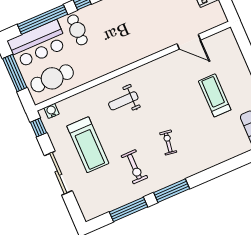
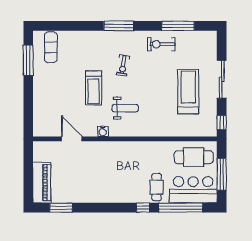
treadmill: (215, 95) -> (94, 88), moved
weight bench: (123, 101) -> (125, 108), moved
water cooler: (51, 111) -> (103, 131), moved
exercise bike: (134, 167) -> (161, 44), moved, turned -90
window: (172, 191) -> (119, 26), moved

